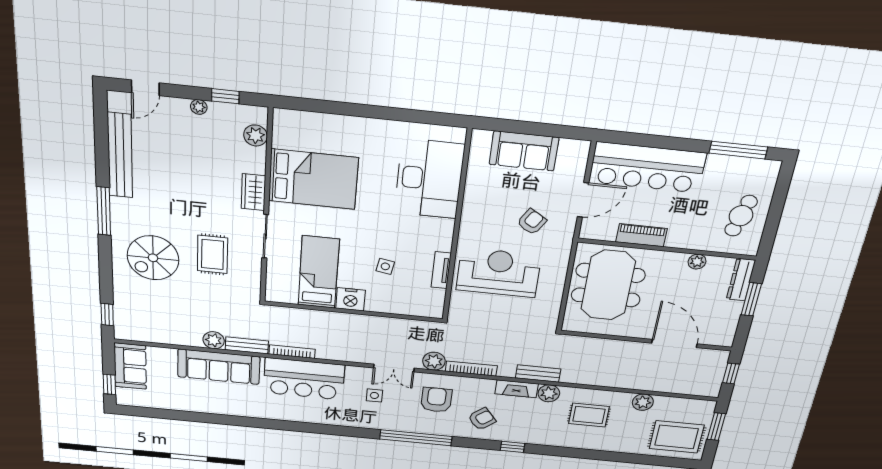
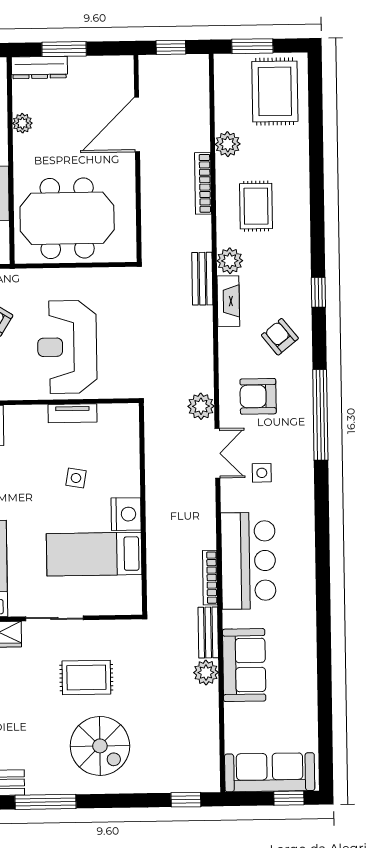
sofa: (130, 366) -> (270, 772), width x1.36
sofa: (219, 367) -> (244, 665), width x0.73
bookcase: (471, 369) -> (203, 183), moved

